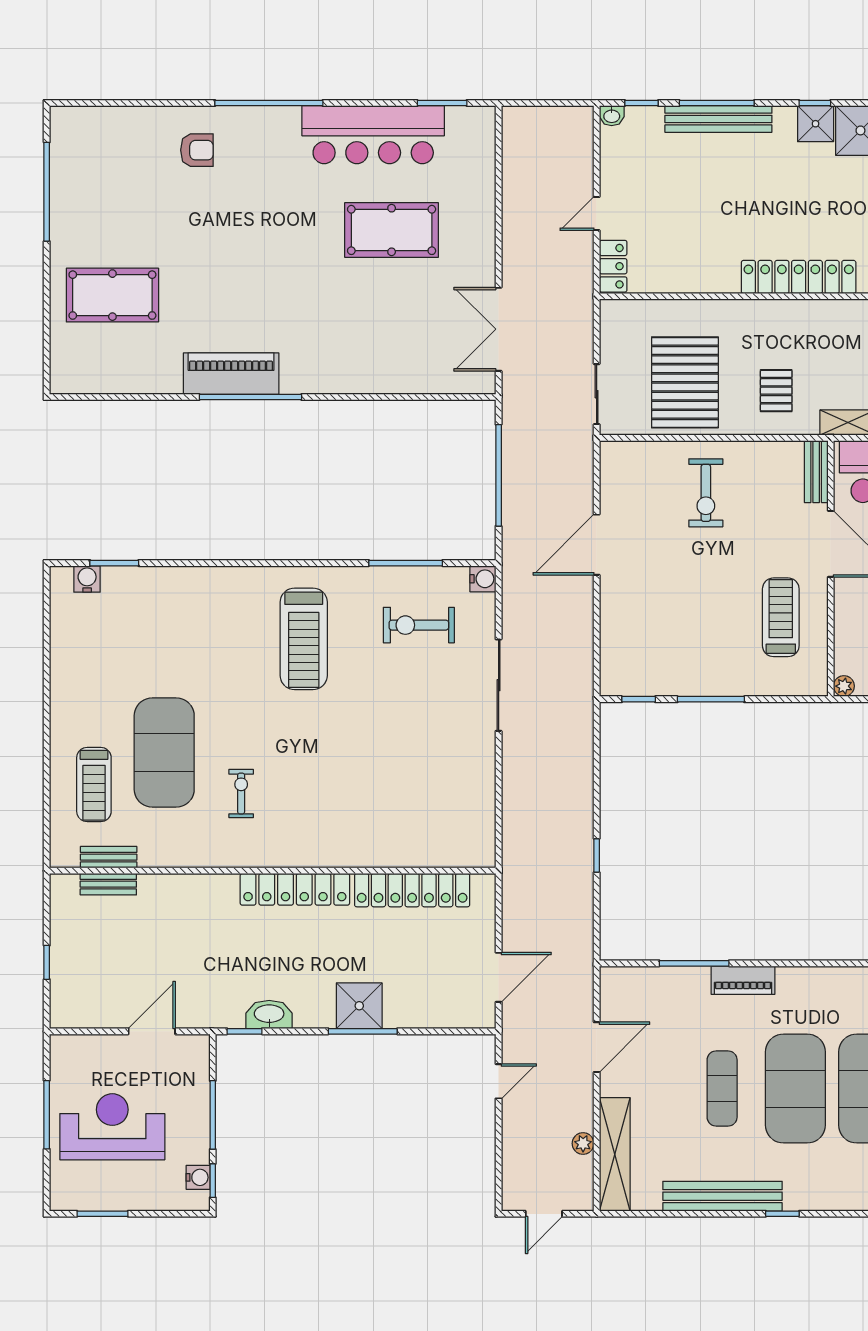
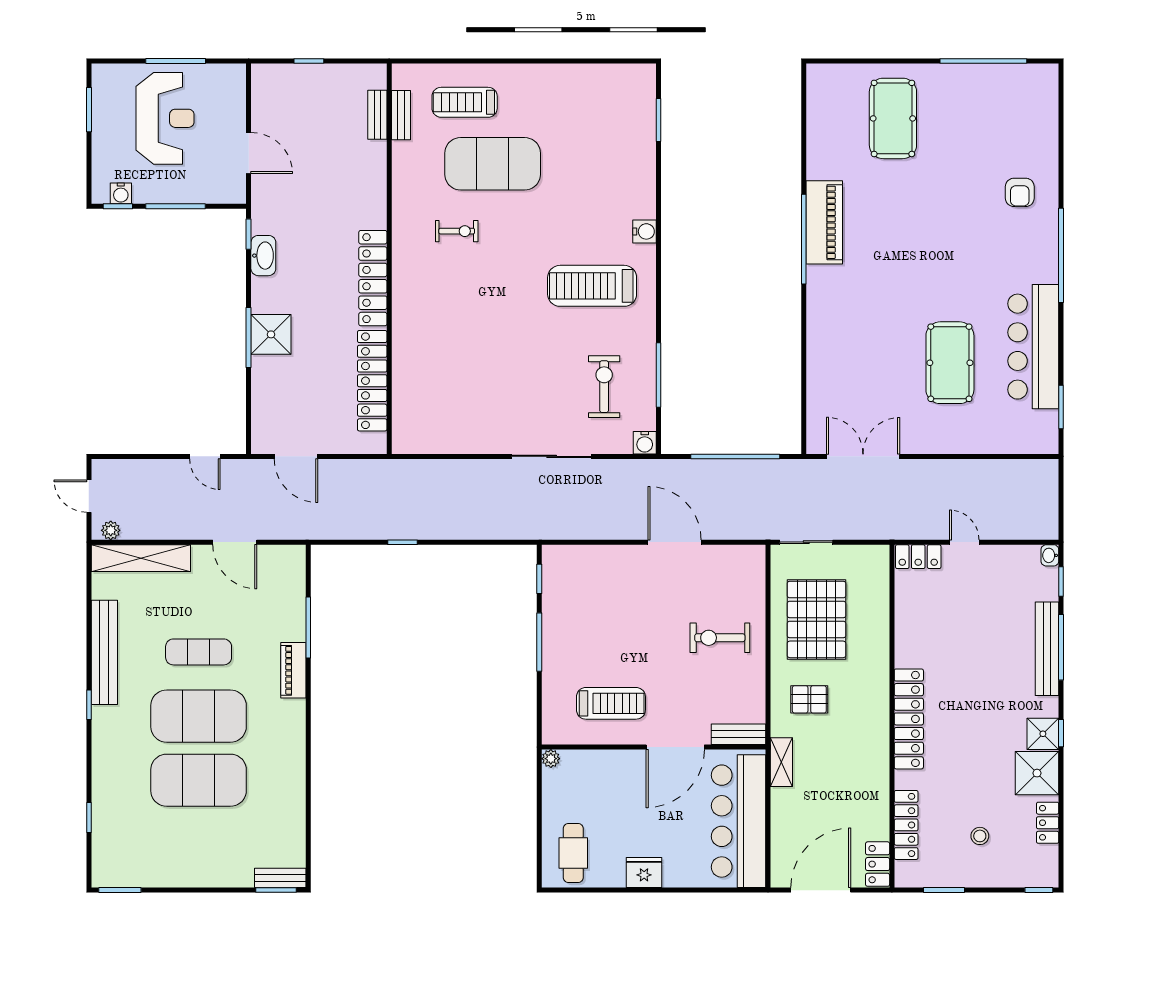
pallet: (685, 382) -> (817, 619), turned 90
water cooler: (87, 579) -> (644, 231), moved
plant: (583, 1143) -> (111, 530), moved

